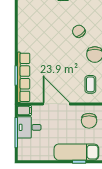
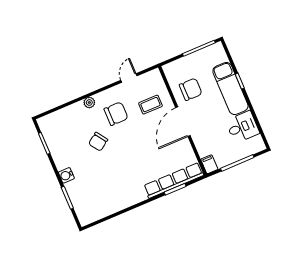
door: (56, 104) -> (183, 122), moved
desk: (29, 127) -> (242, 127), moved, turned -90

